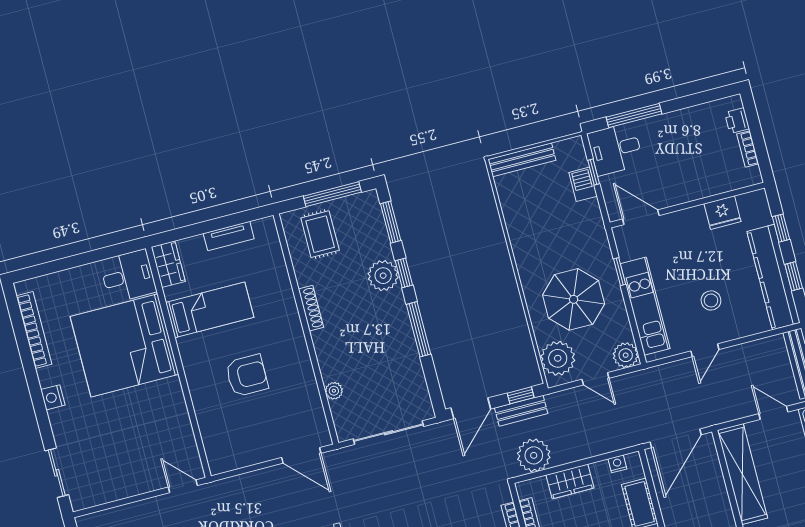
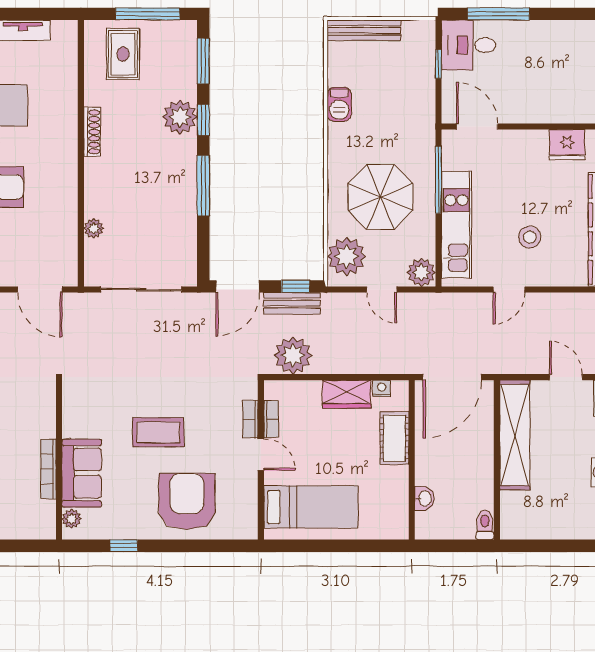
barbecue: (583, 184) -> (339, 104), moved, turned 180
window: (620, 272) -> (438, 180), width x2.17
wardrobe: (570, 481) -> (347, 394), moved

